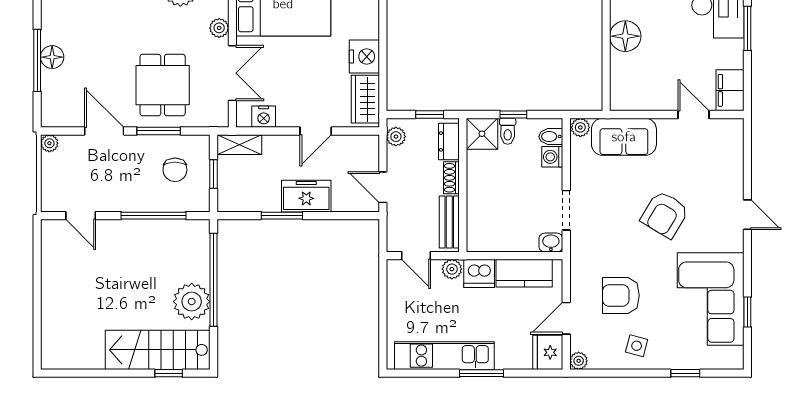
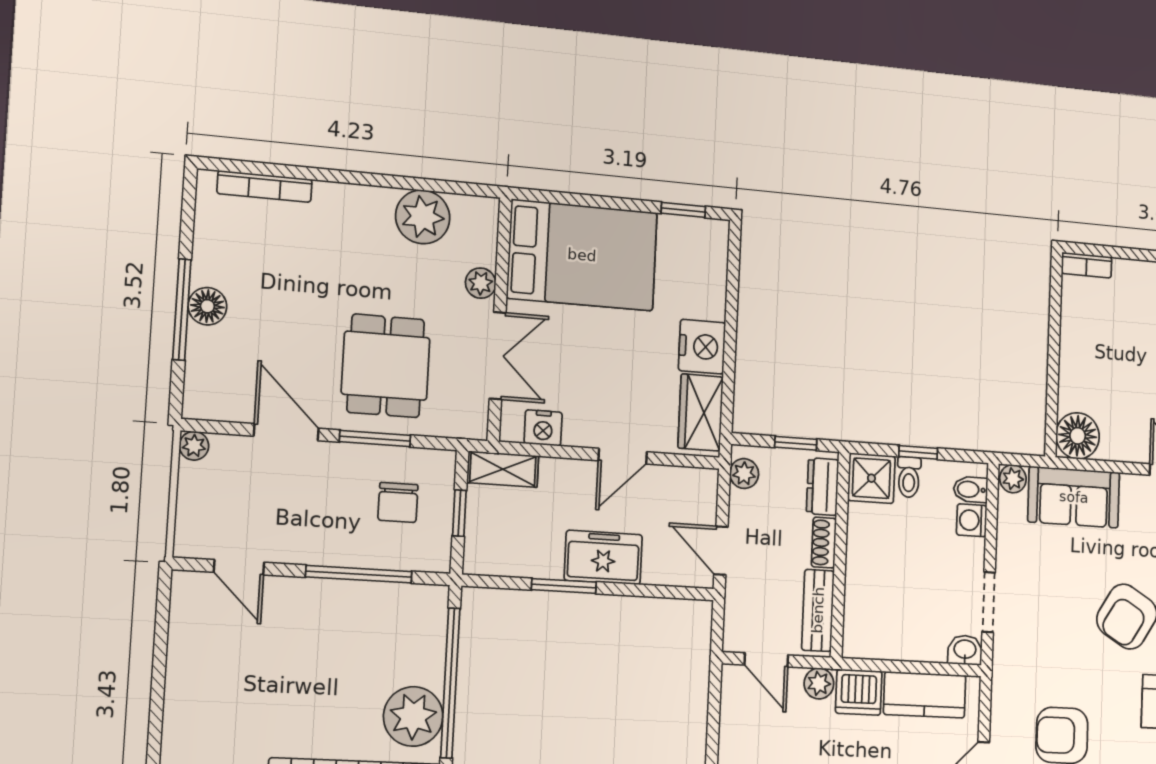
floor lamp: (625, 36) -> (1078, 436), moved

